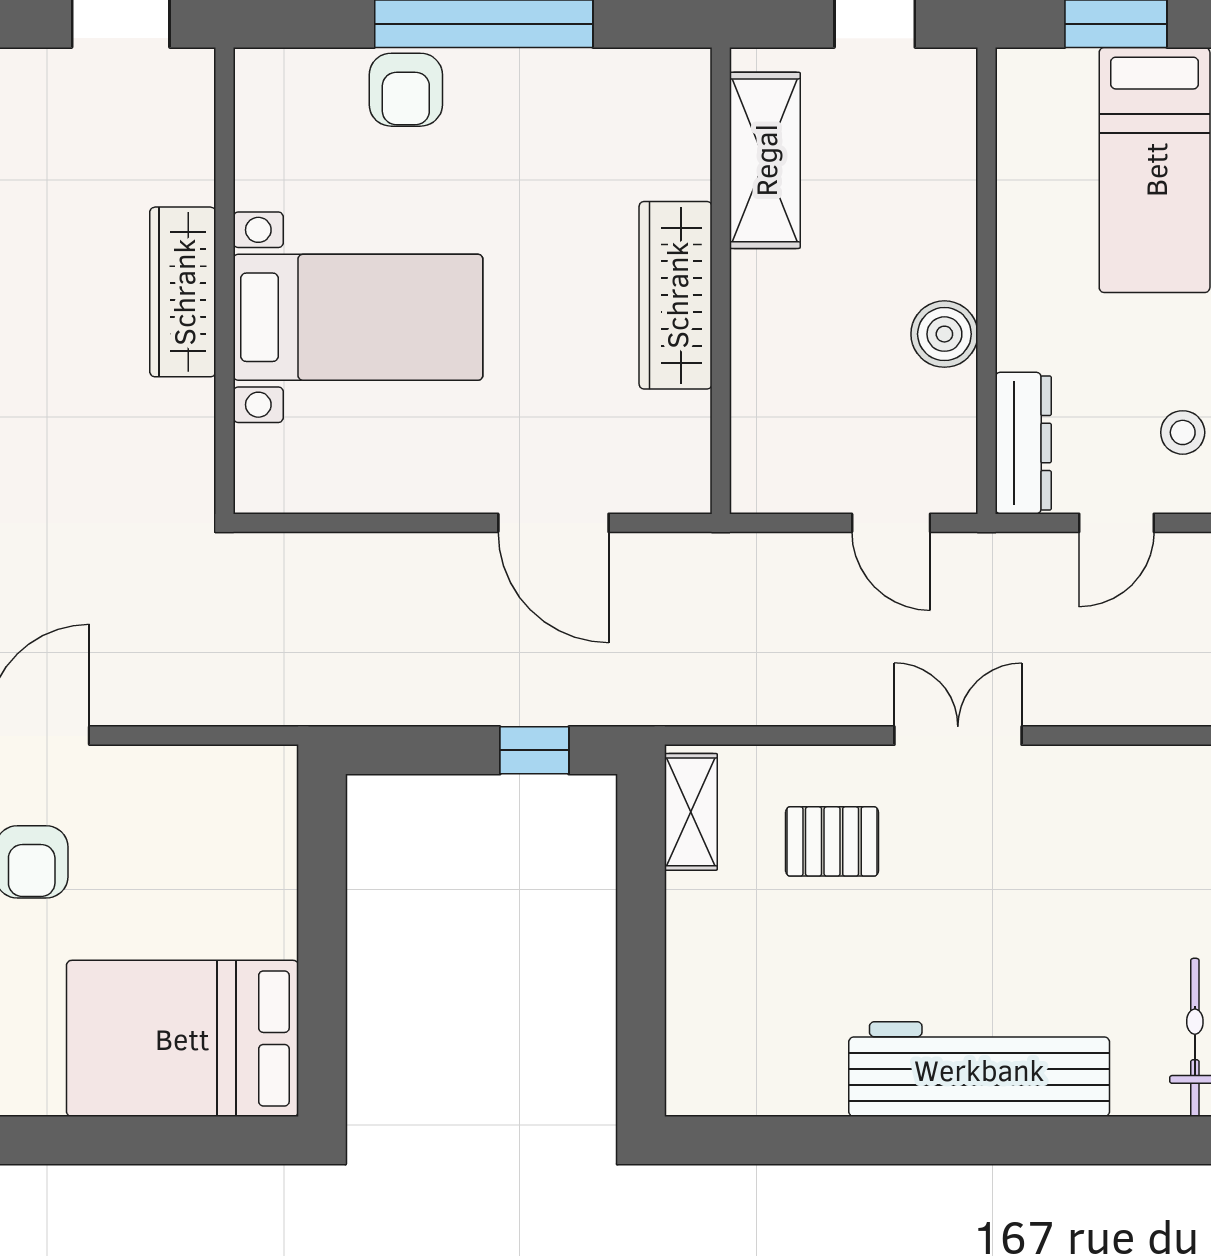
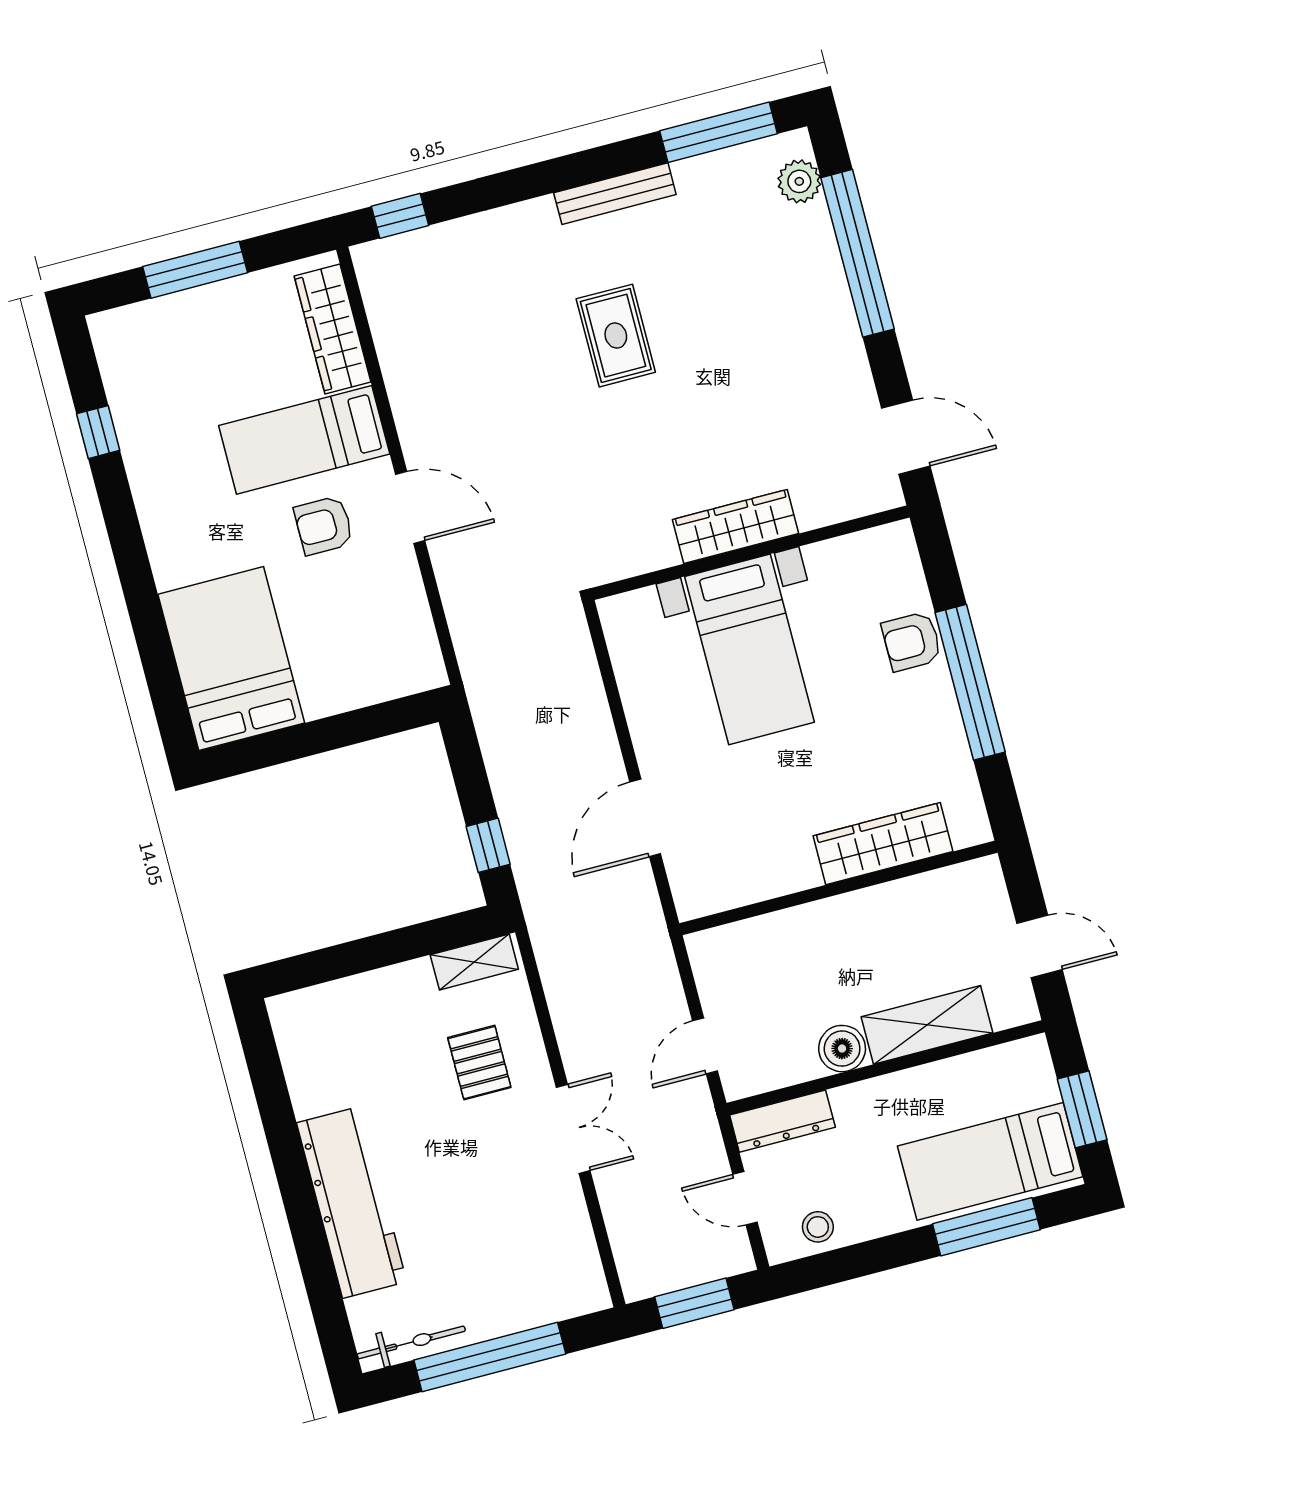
shelving: (765, 160) -> (927, 1025), moved
wardrobe: (676, 295) -> (883, 844), moved

